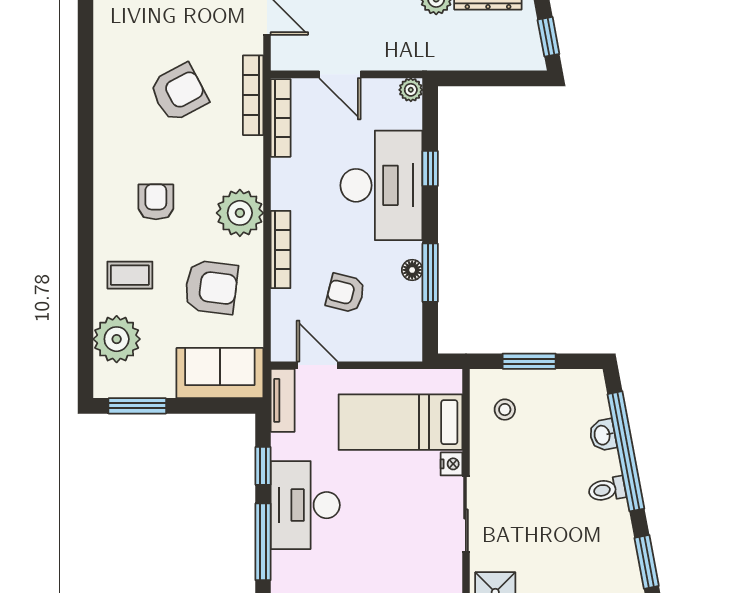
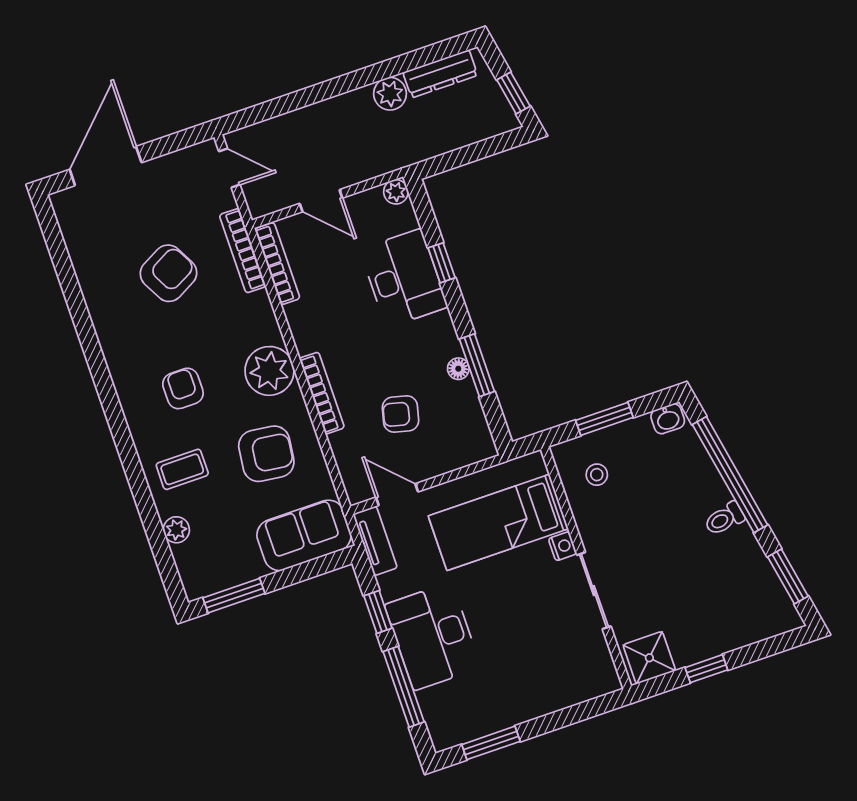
desk: (381, 185) -> (404, 278), width x0.73, depth x0.77
plant: (117, 339) -> (176, 530), width x0.53, depth x0.53
washbasin: (603, 435) -> (668, 419), moved, turned -79

